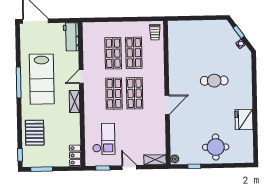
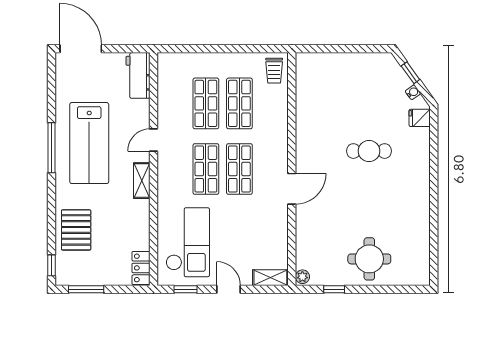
fridge: (244, 120) -> (420, 118), moved, width x0.53, depth x0.75
checkout: (104, 139) -> (188, 242), width x1.36, depth x1.21

